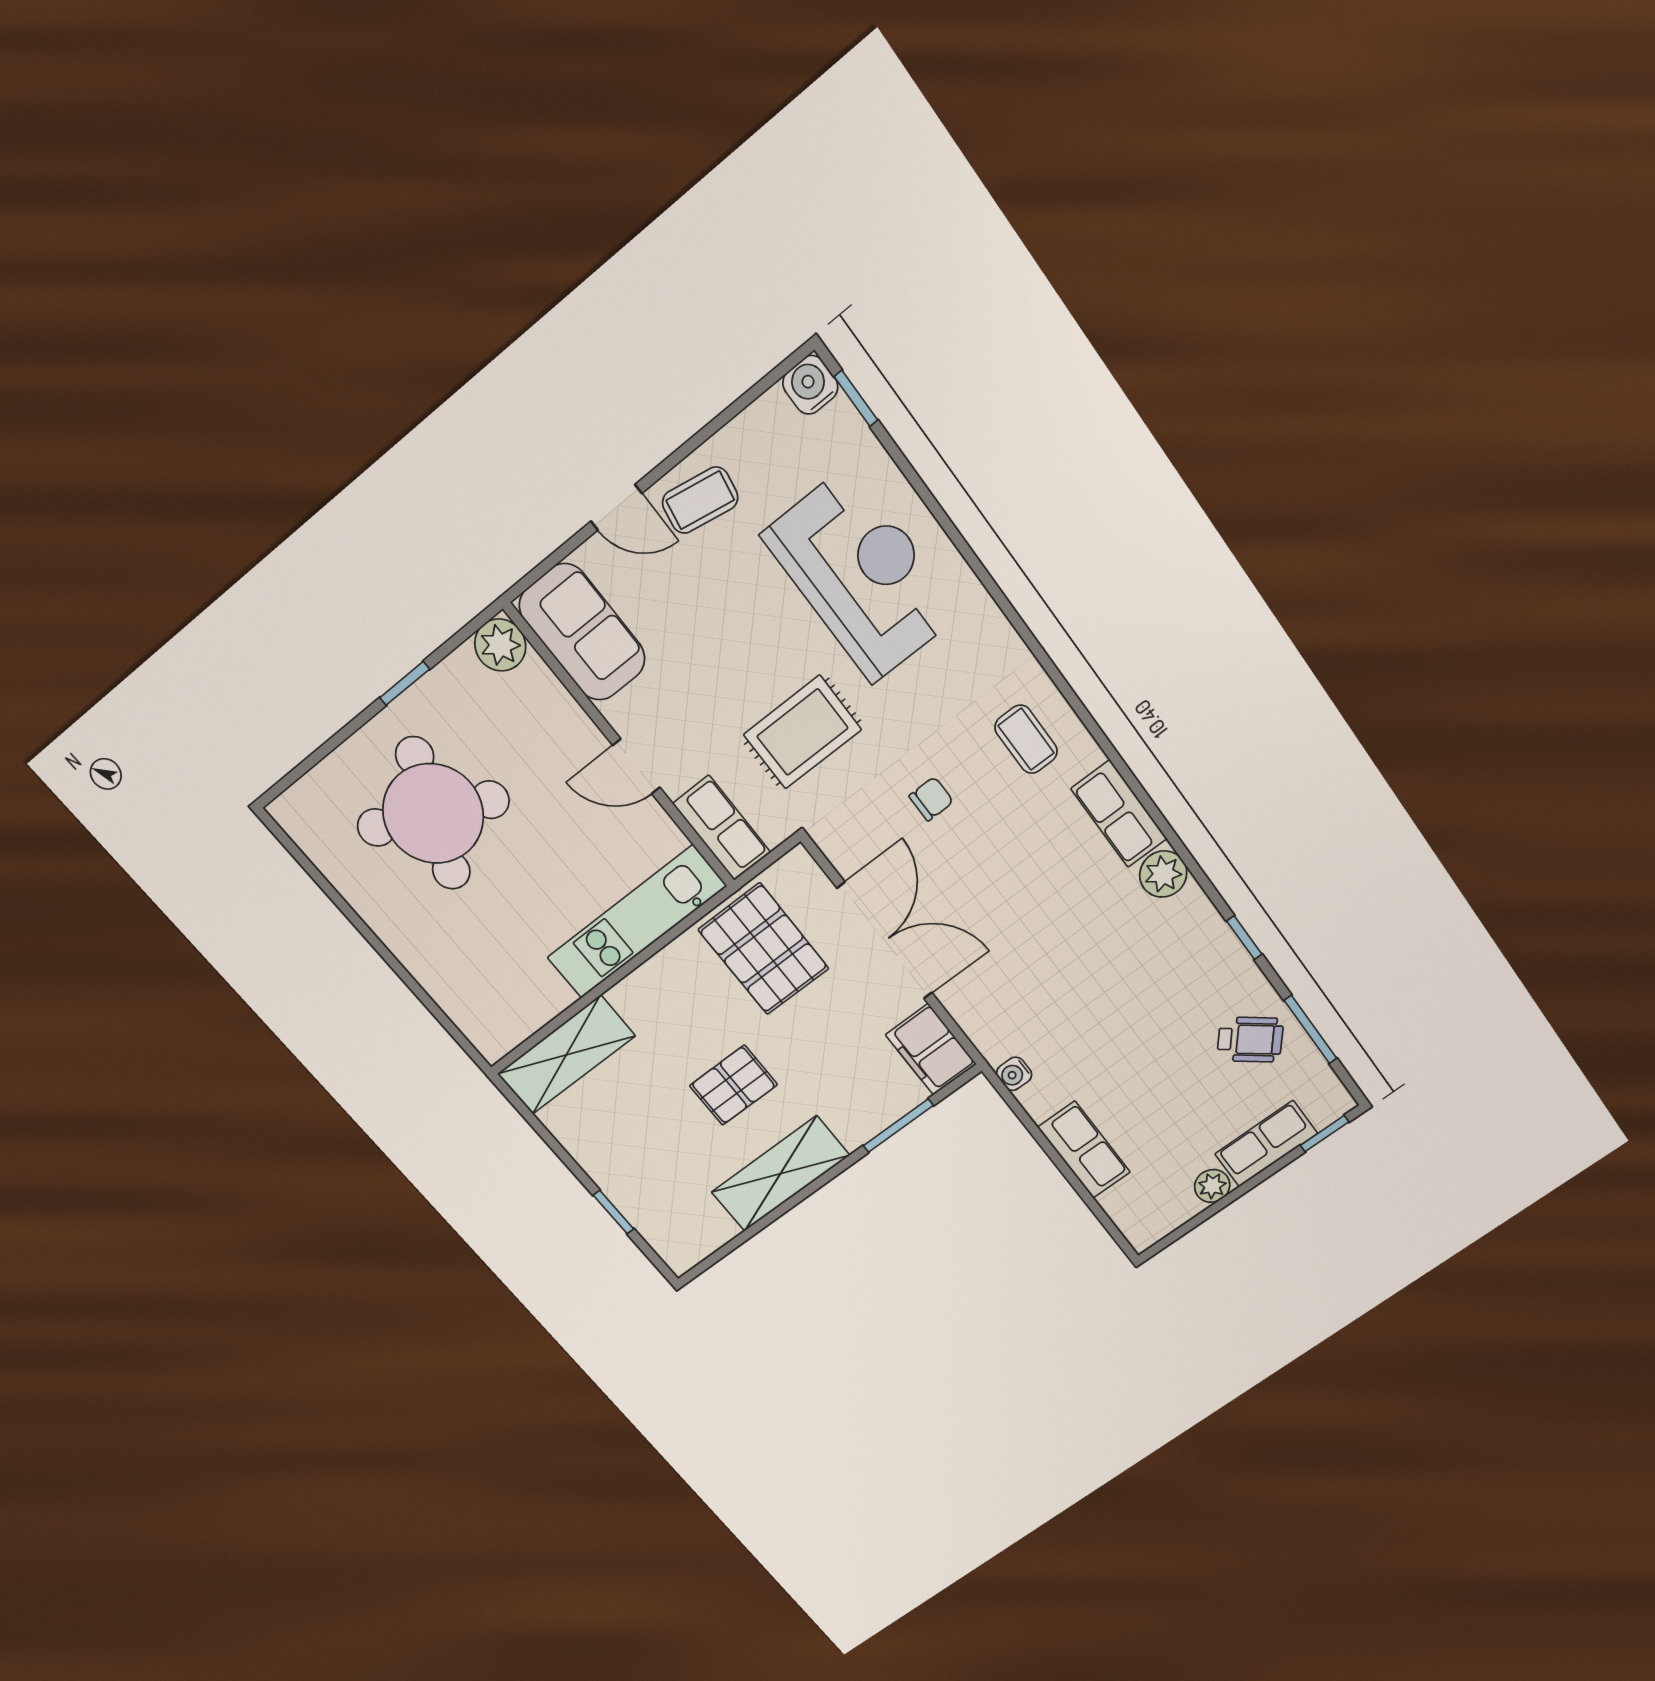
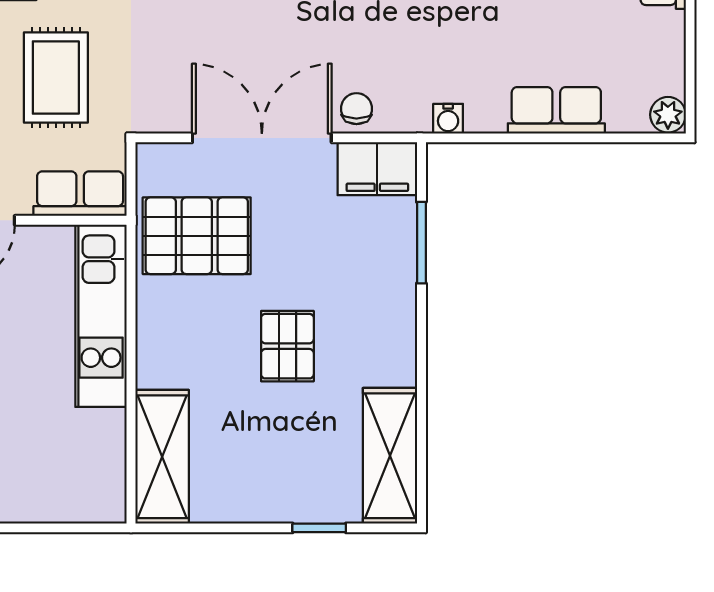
chair: (931, 799) -> (356, 109), moved
shelving: (780, 1174) -> (390, 456), moved
plant: (1212, 1186) -> (668, 115), moved

